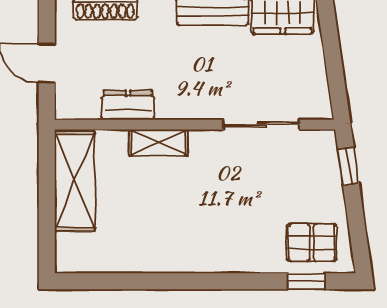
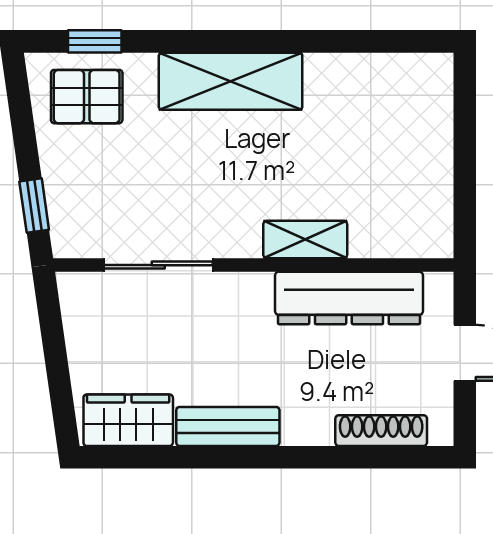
dresser: (128, 105) -> (349, 298), width x1.96, depth x1.24
shelving: (75, 181) -> (231, 81), moved, turned 90

